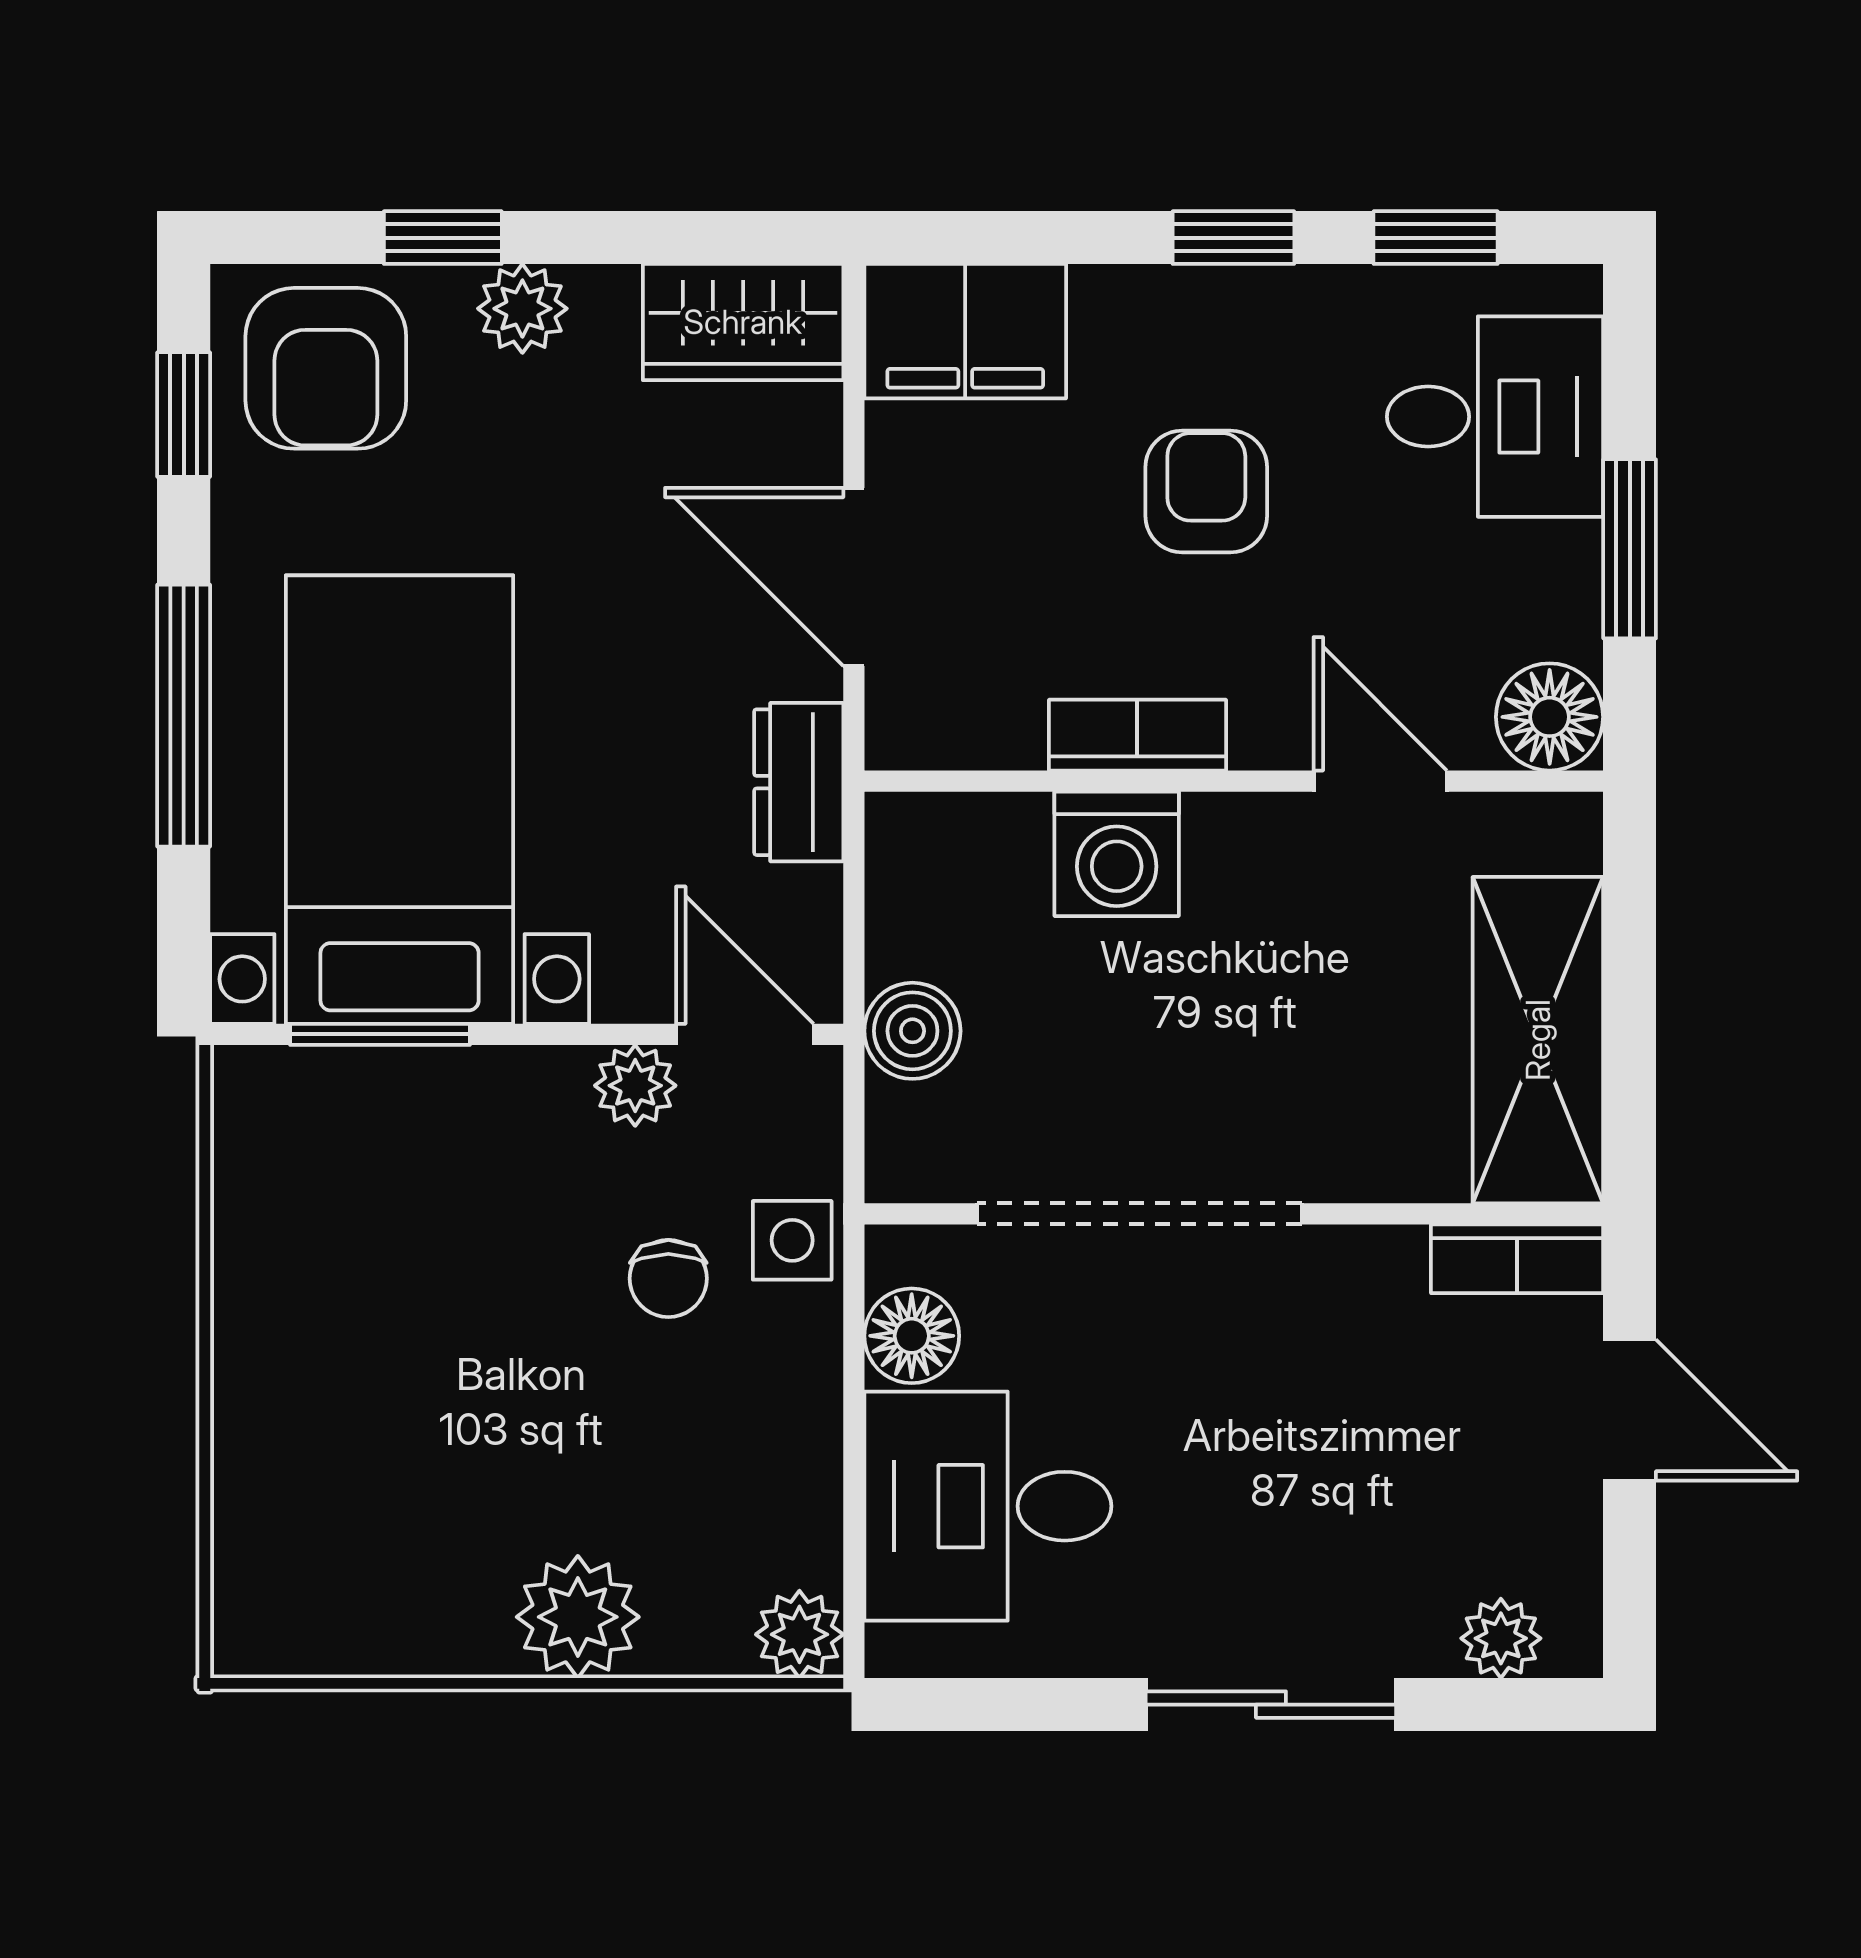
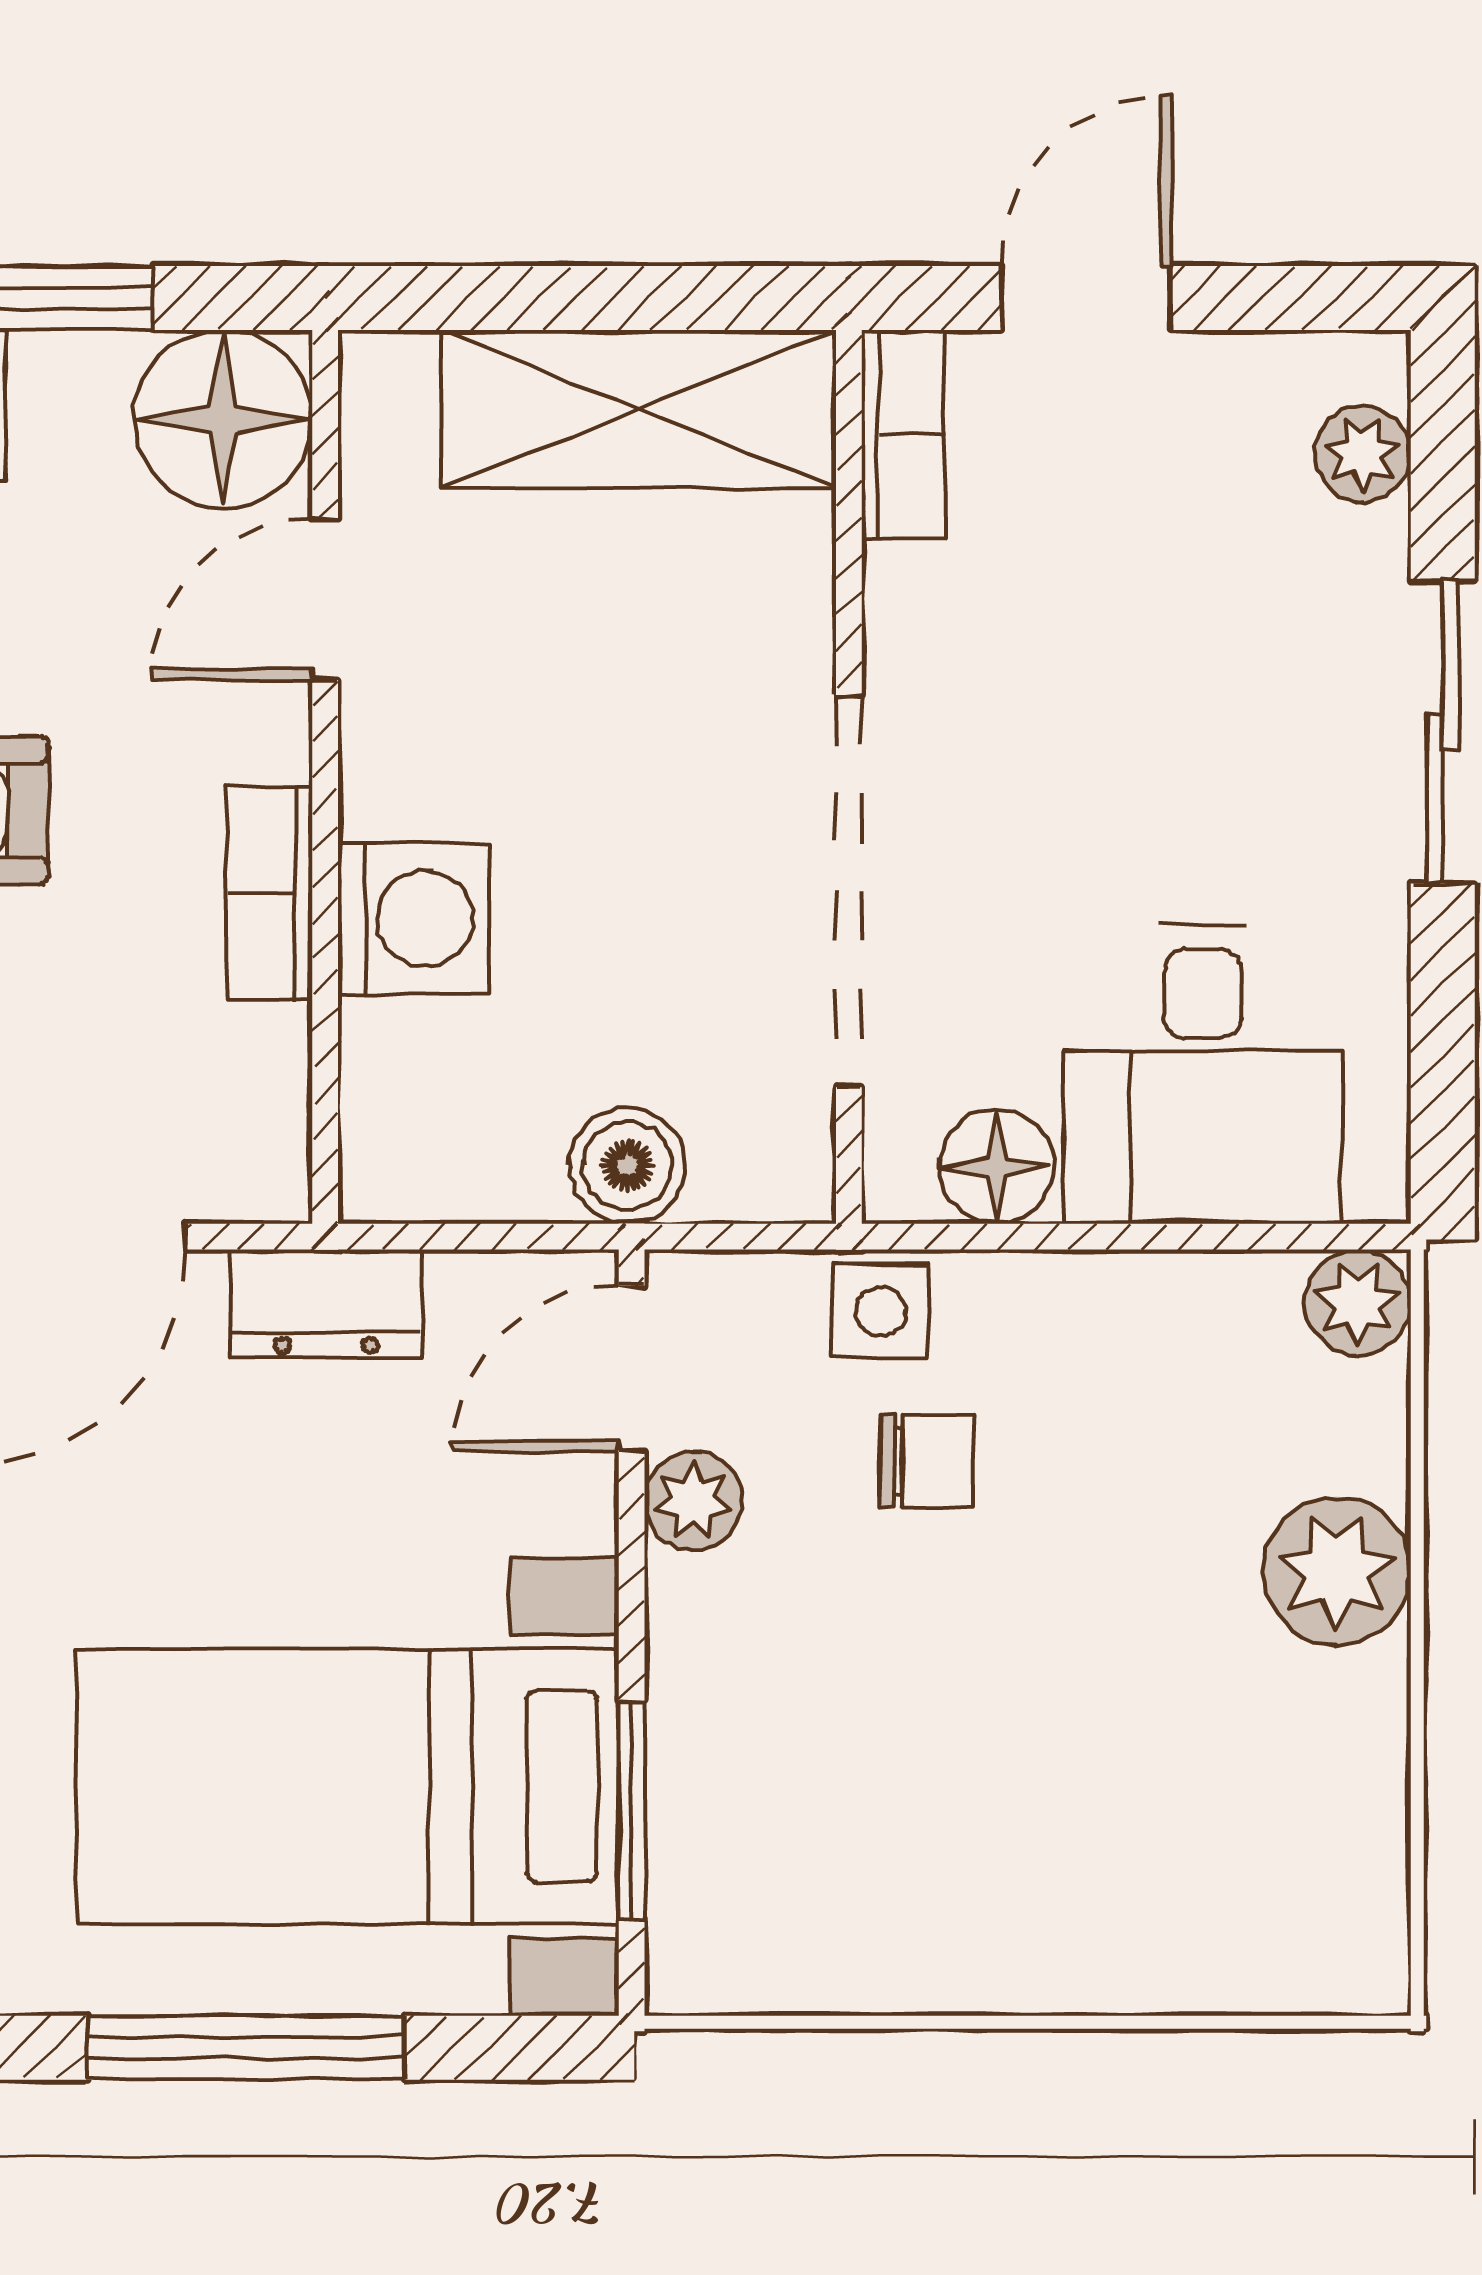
floor lamp: (1550, 717) -> (223, 419), width x1.38, depth x1.38

